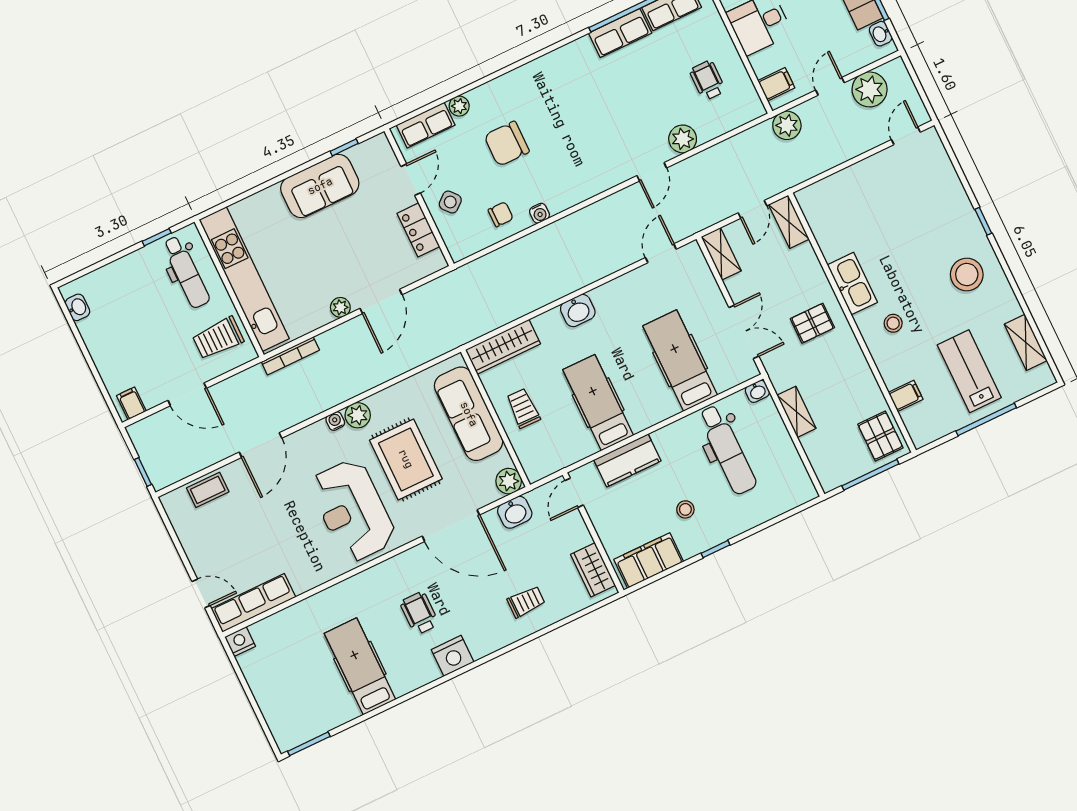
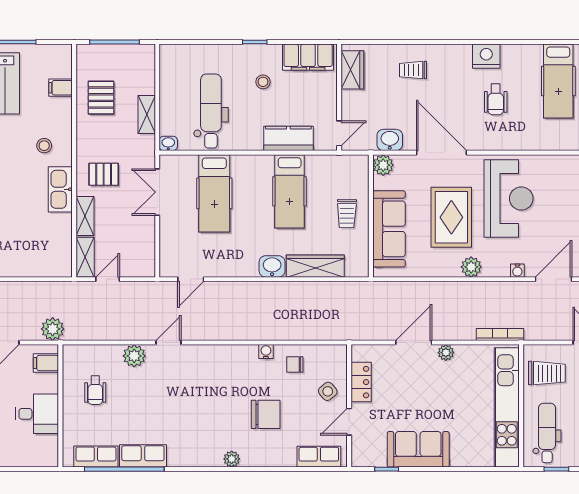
plant: (459, 106) -> (232, 459), moved
shelving: (721, 254) -> (85, 216), moved
wardrobe: (503, 347) -> (315, 266), moved
water cooler: (335, 421) -> (517, 271), moved
pallet: (880, 436) -> (101, 98), moved

